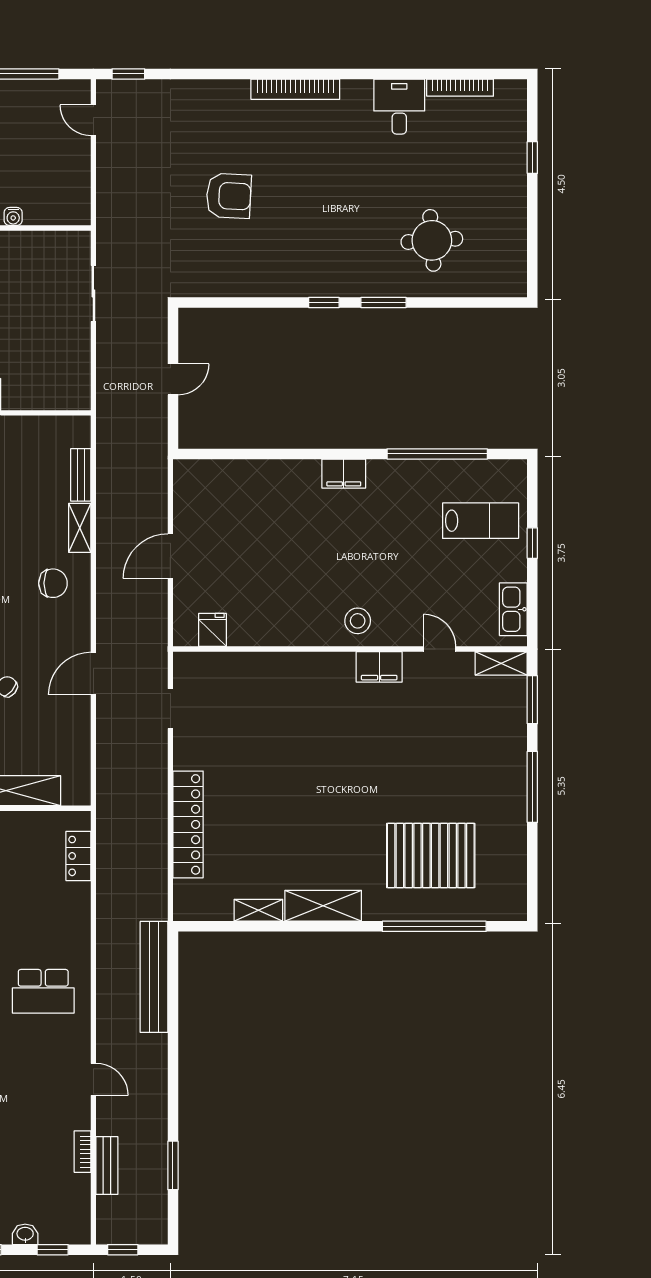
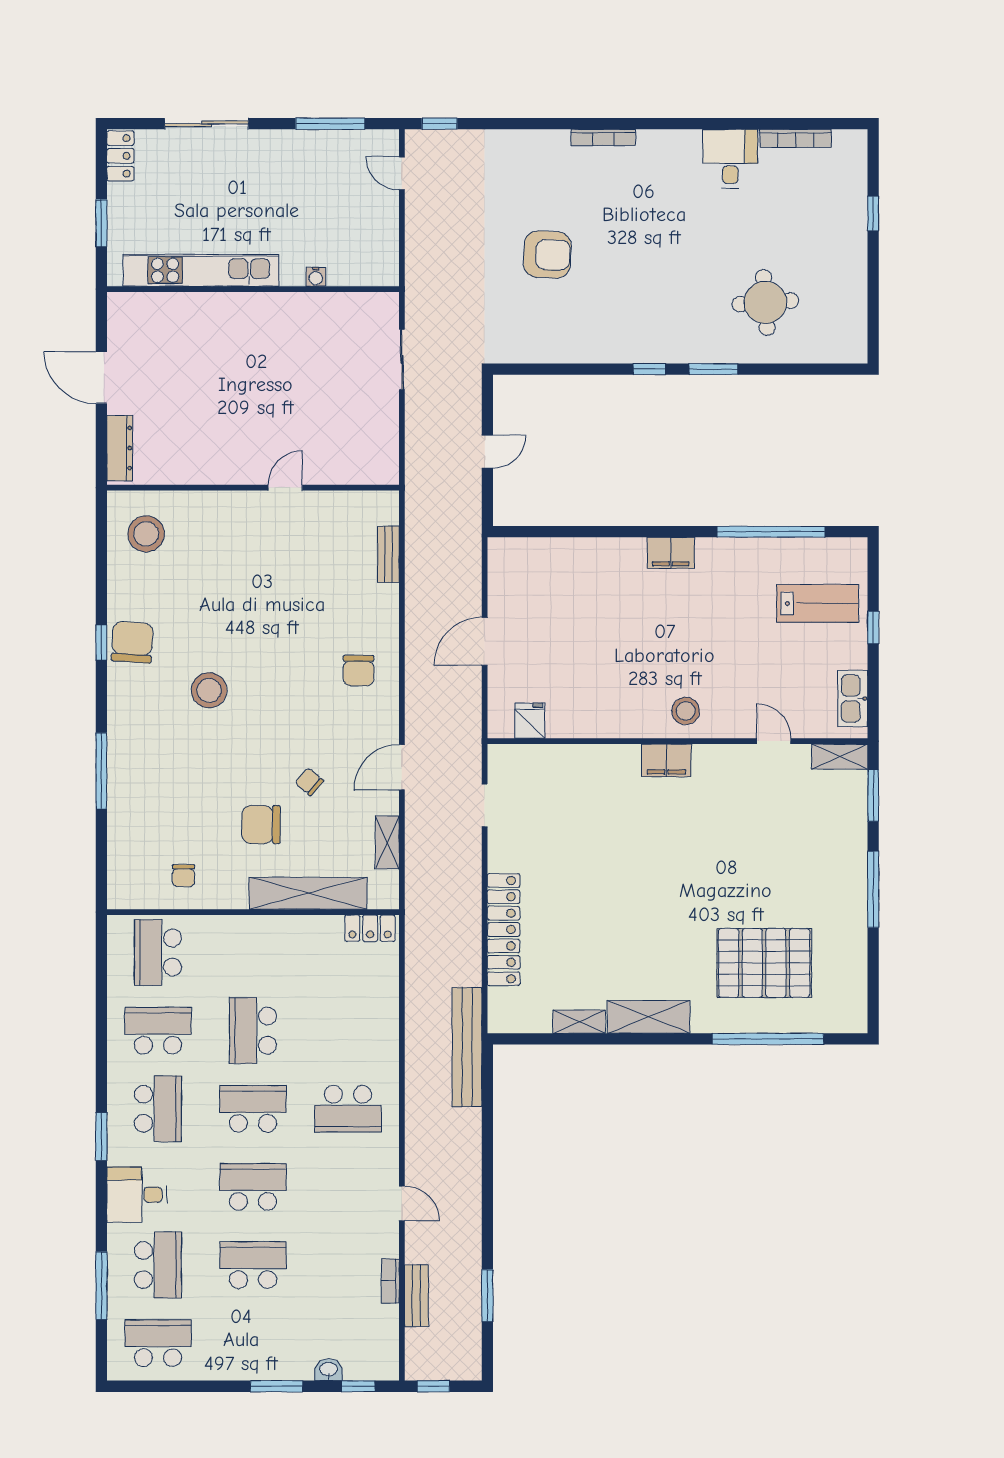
bookcase: (295, 89) -> (603, 137), width x0.68, depth x0.76
shelving: (80, 528) -> (387, 842), moved
chair: (53, 583) -> (359, 671), turned 90
filing cabinet: (379, 667) -> (666, 760), moved
locker: (78, 856) -> (370, 928), moved, turned -90
bench: (154, 977) -> (467, 1047), moved

